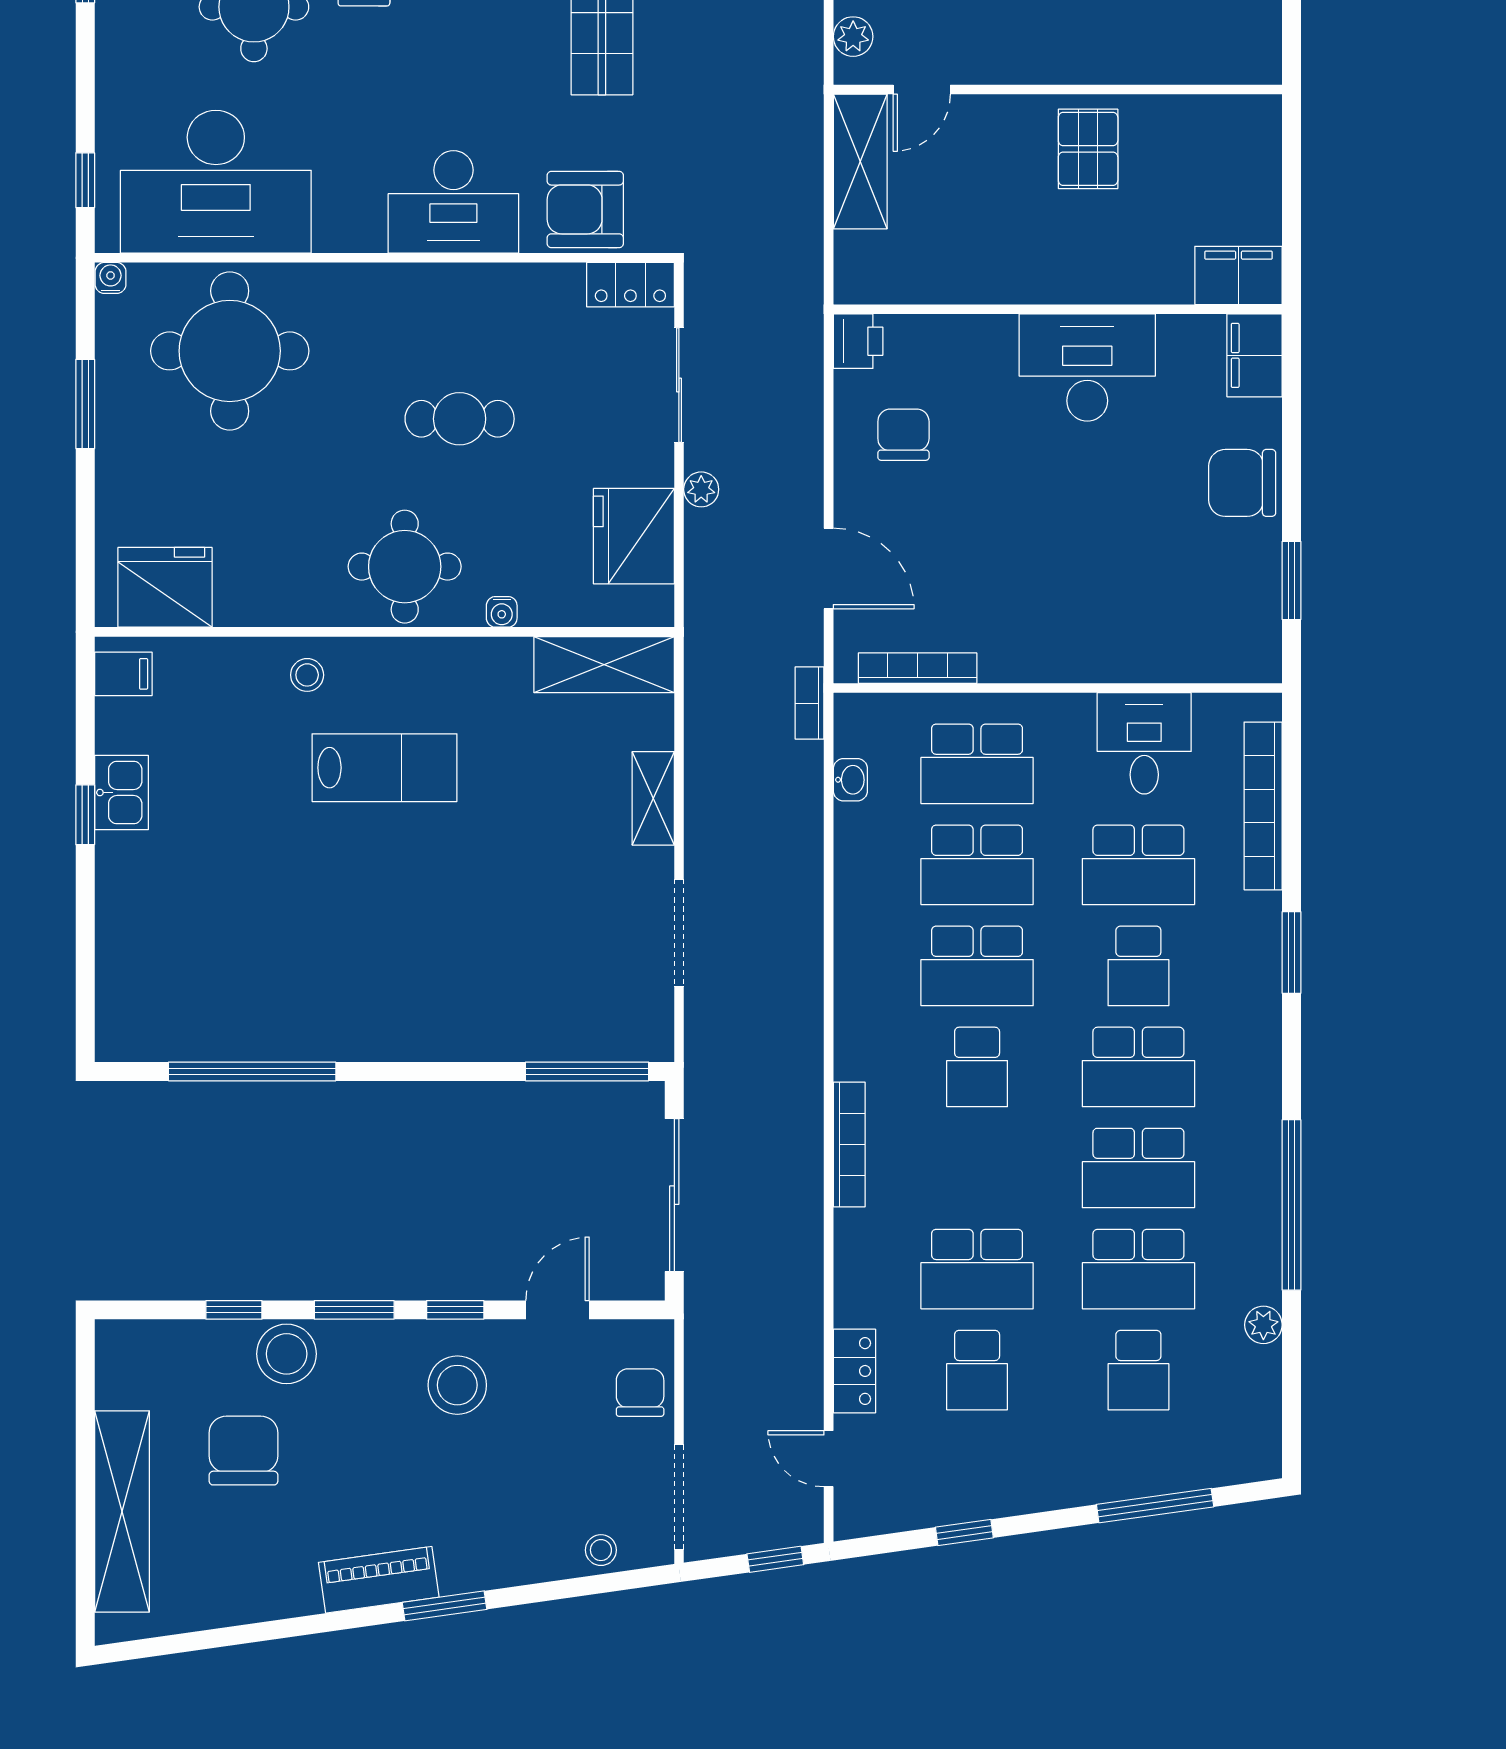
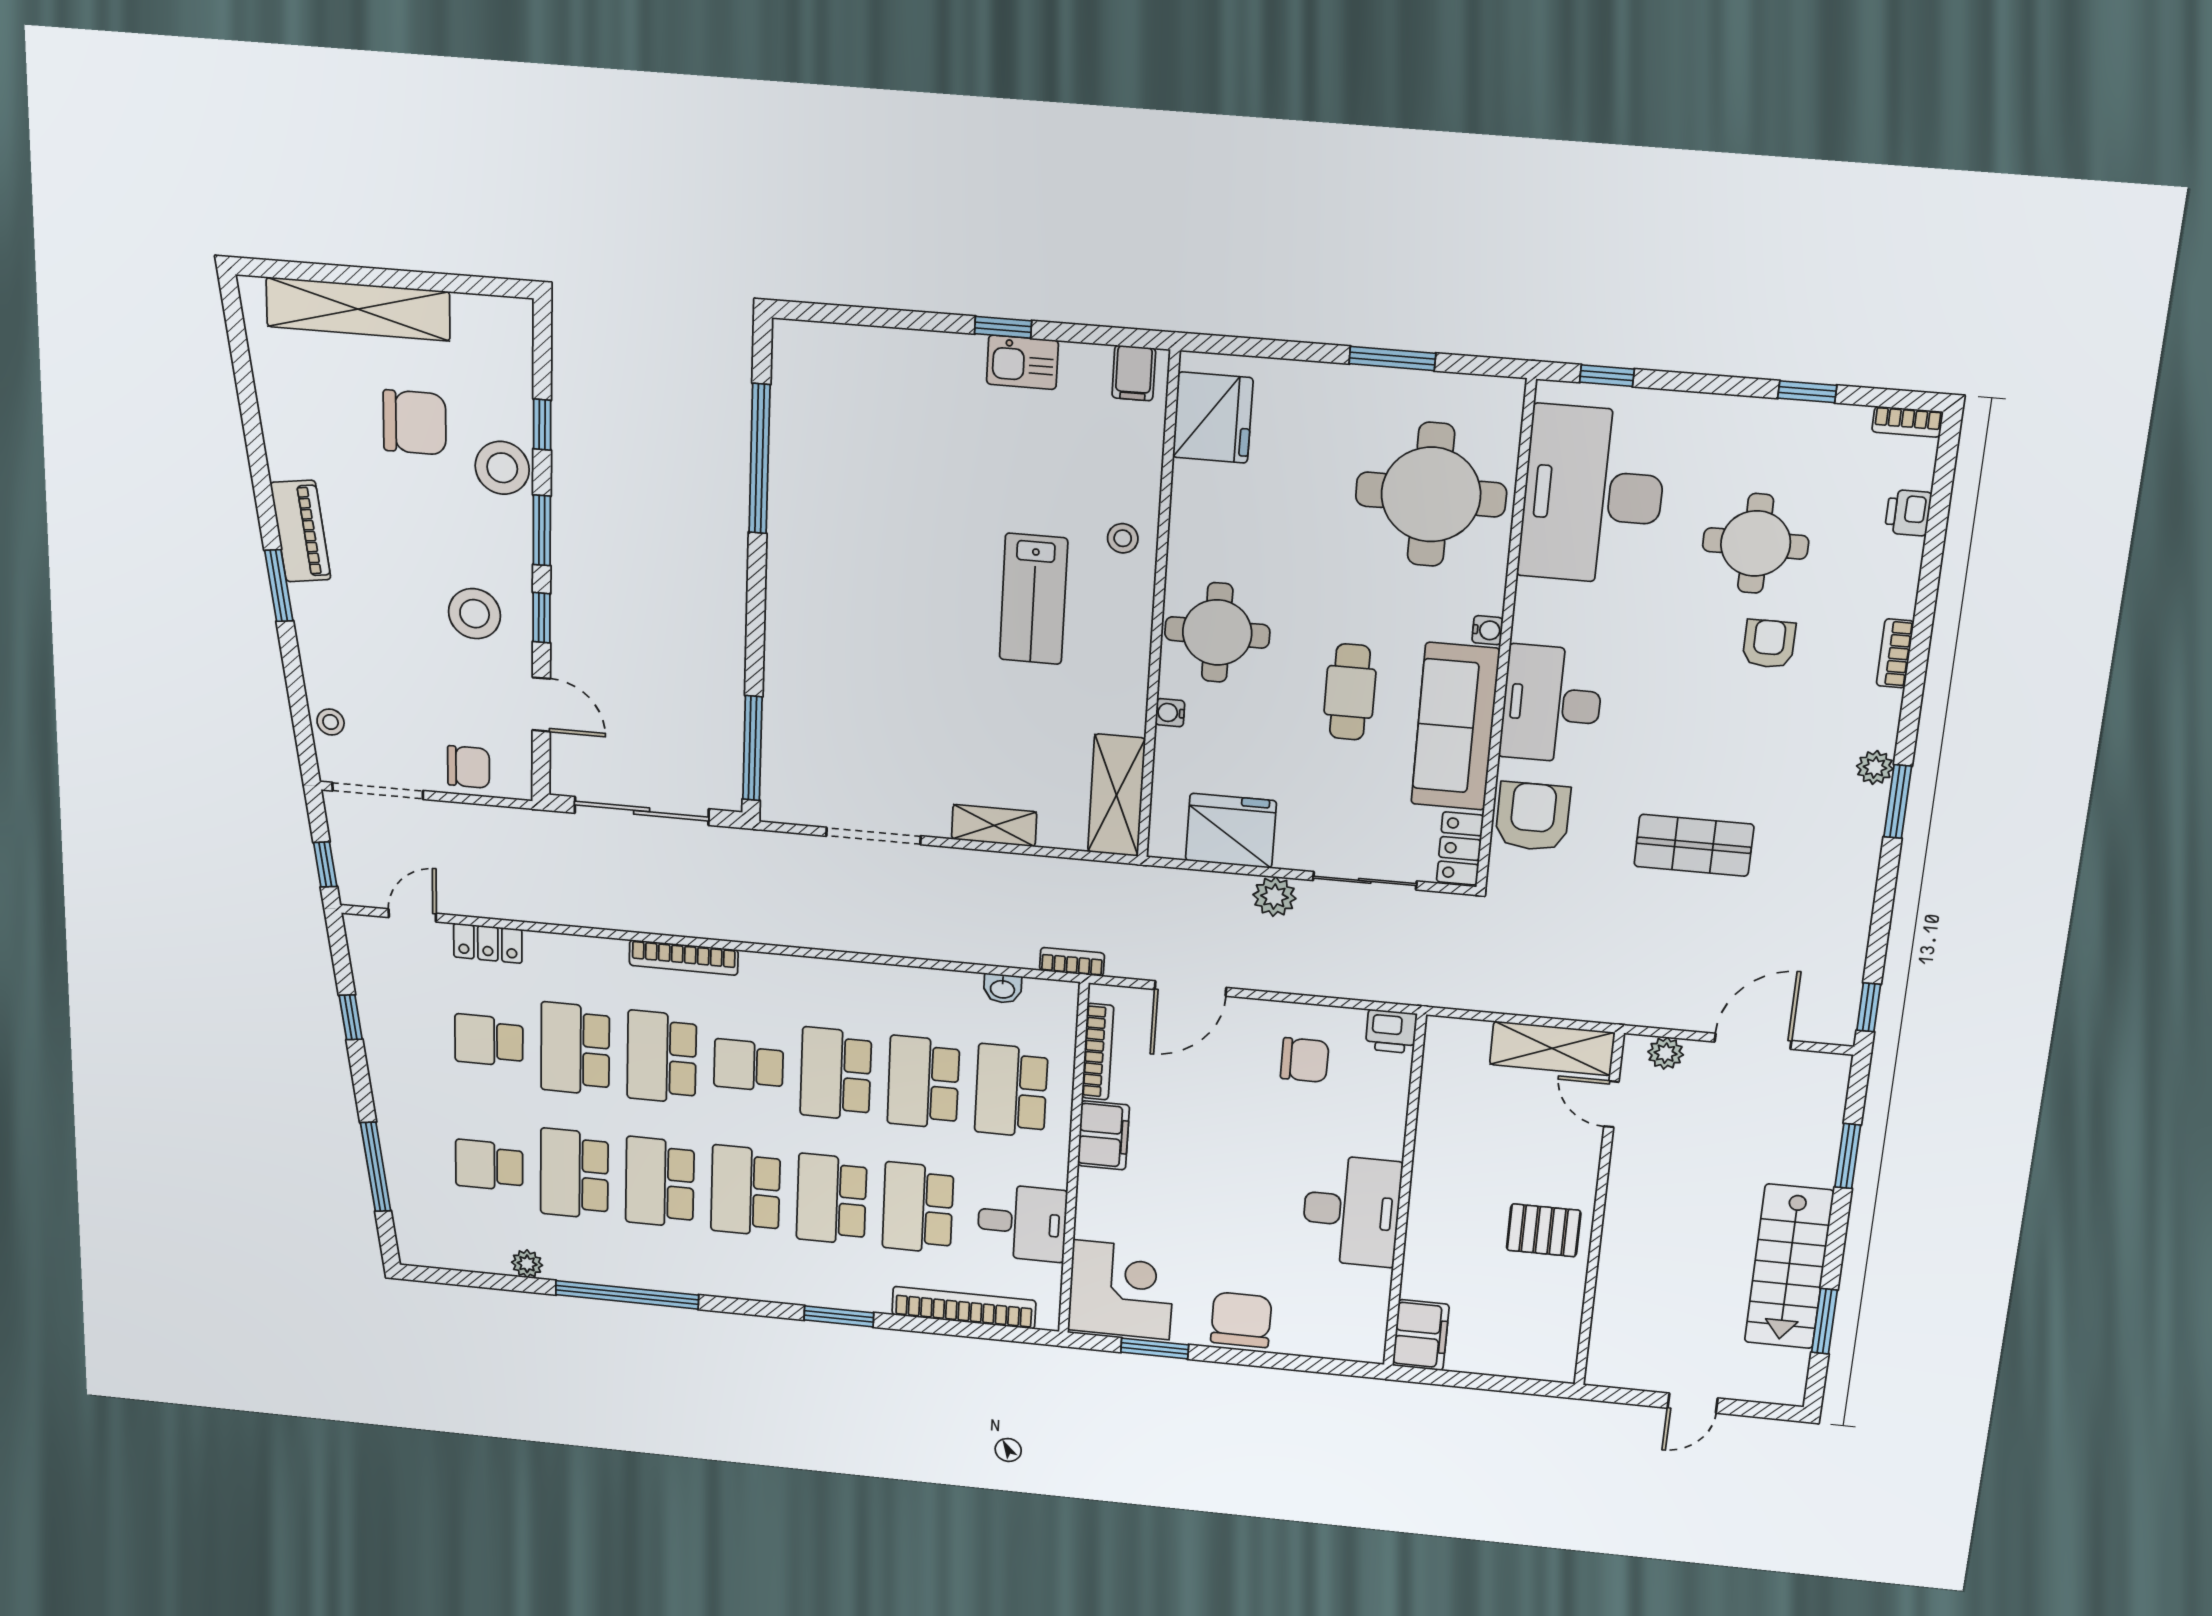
water cooler: (111, 278) -> (1487, 630), moved
sofa: (489, 302) -> (1455, 727), added
filing cabinet: (1255, 355) -> (1103, 1135), moved, turned 90
plant: (701, 489) -> (1274, 897), width x1.38, depth x1.38
corner desk: (1219, 624) -> (1121, 1290), added
school desk: (1138, 966) -> (832, 1199), width x1.85
school desk: (977, 1168) -> (662, 1057), added

